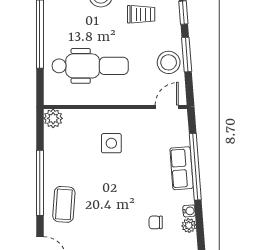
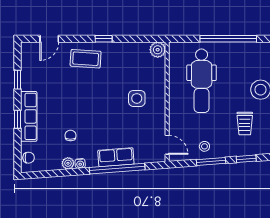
stool: (169, 62) -> (204, 146), width x0.53, depth x0.53
window: (40, 183) -> (104, 39), width x0.32

